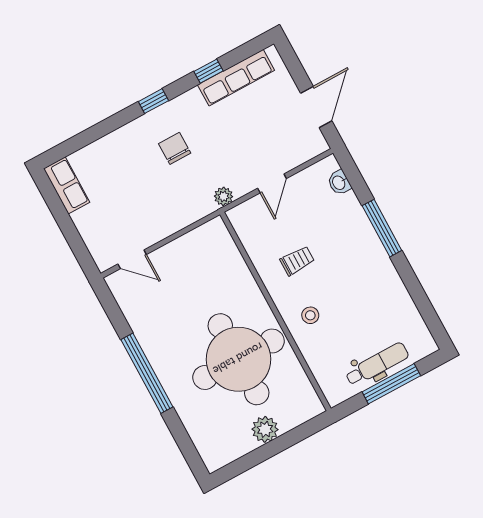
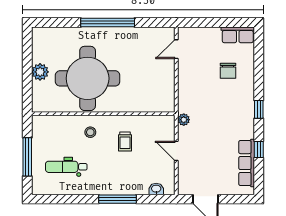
chair: (175, 148) -> (228, 71), moved, turned 90
dental chair: (377, 364) -> (66, 167), moved, turned 90

